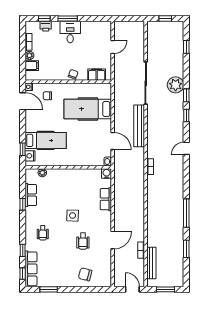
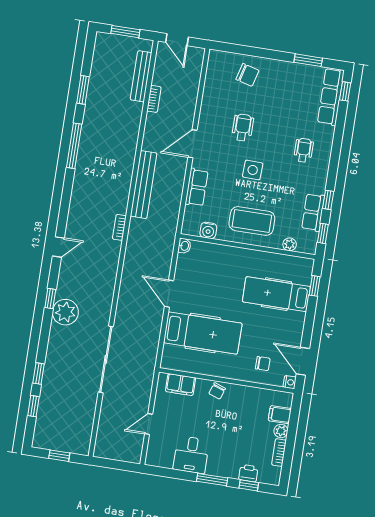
desk: (70, 32) -> (191, 455), moved
plant: (176, 85) -> (65, 312), moved
window: (186, 95) -> (39, 373), moved
bench: (139, 126) -> (144, 185), moved
door: (113, 141) -> (169, 294), moved
nightstand: (30, 156) -> (305, 274), removed
water cooler: (106, 174) -> (208, 230), moved
coffee table: (68, 184) -> (252, 221), added
door: (113, 240) -> (192, 144), moved
window: (23, 250) -> (323, 233), moved

